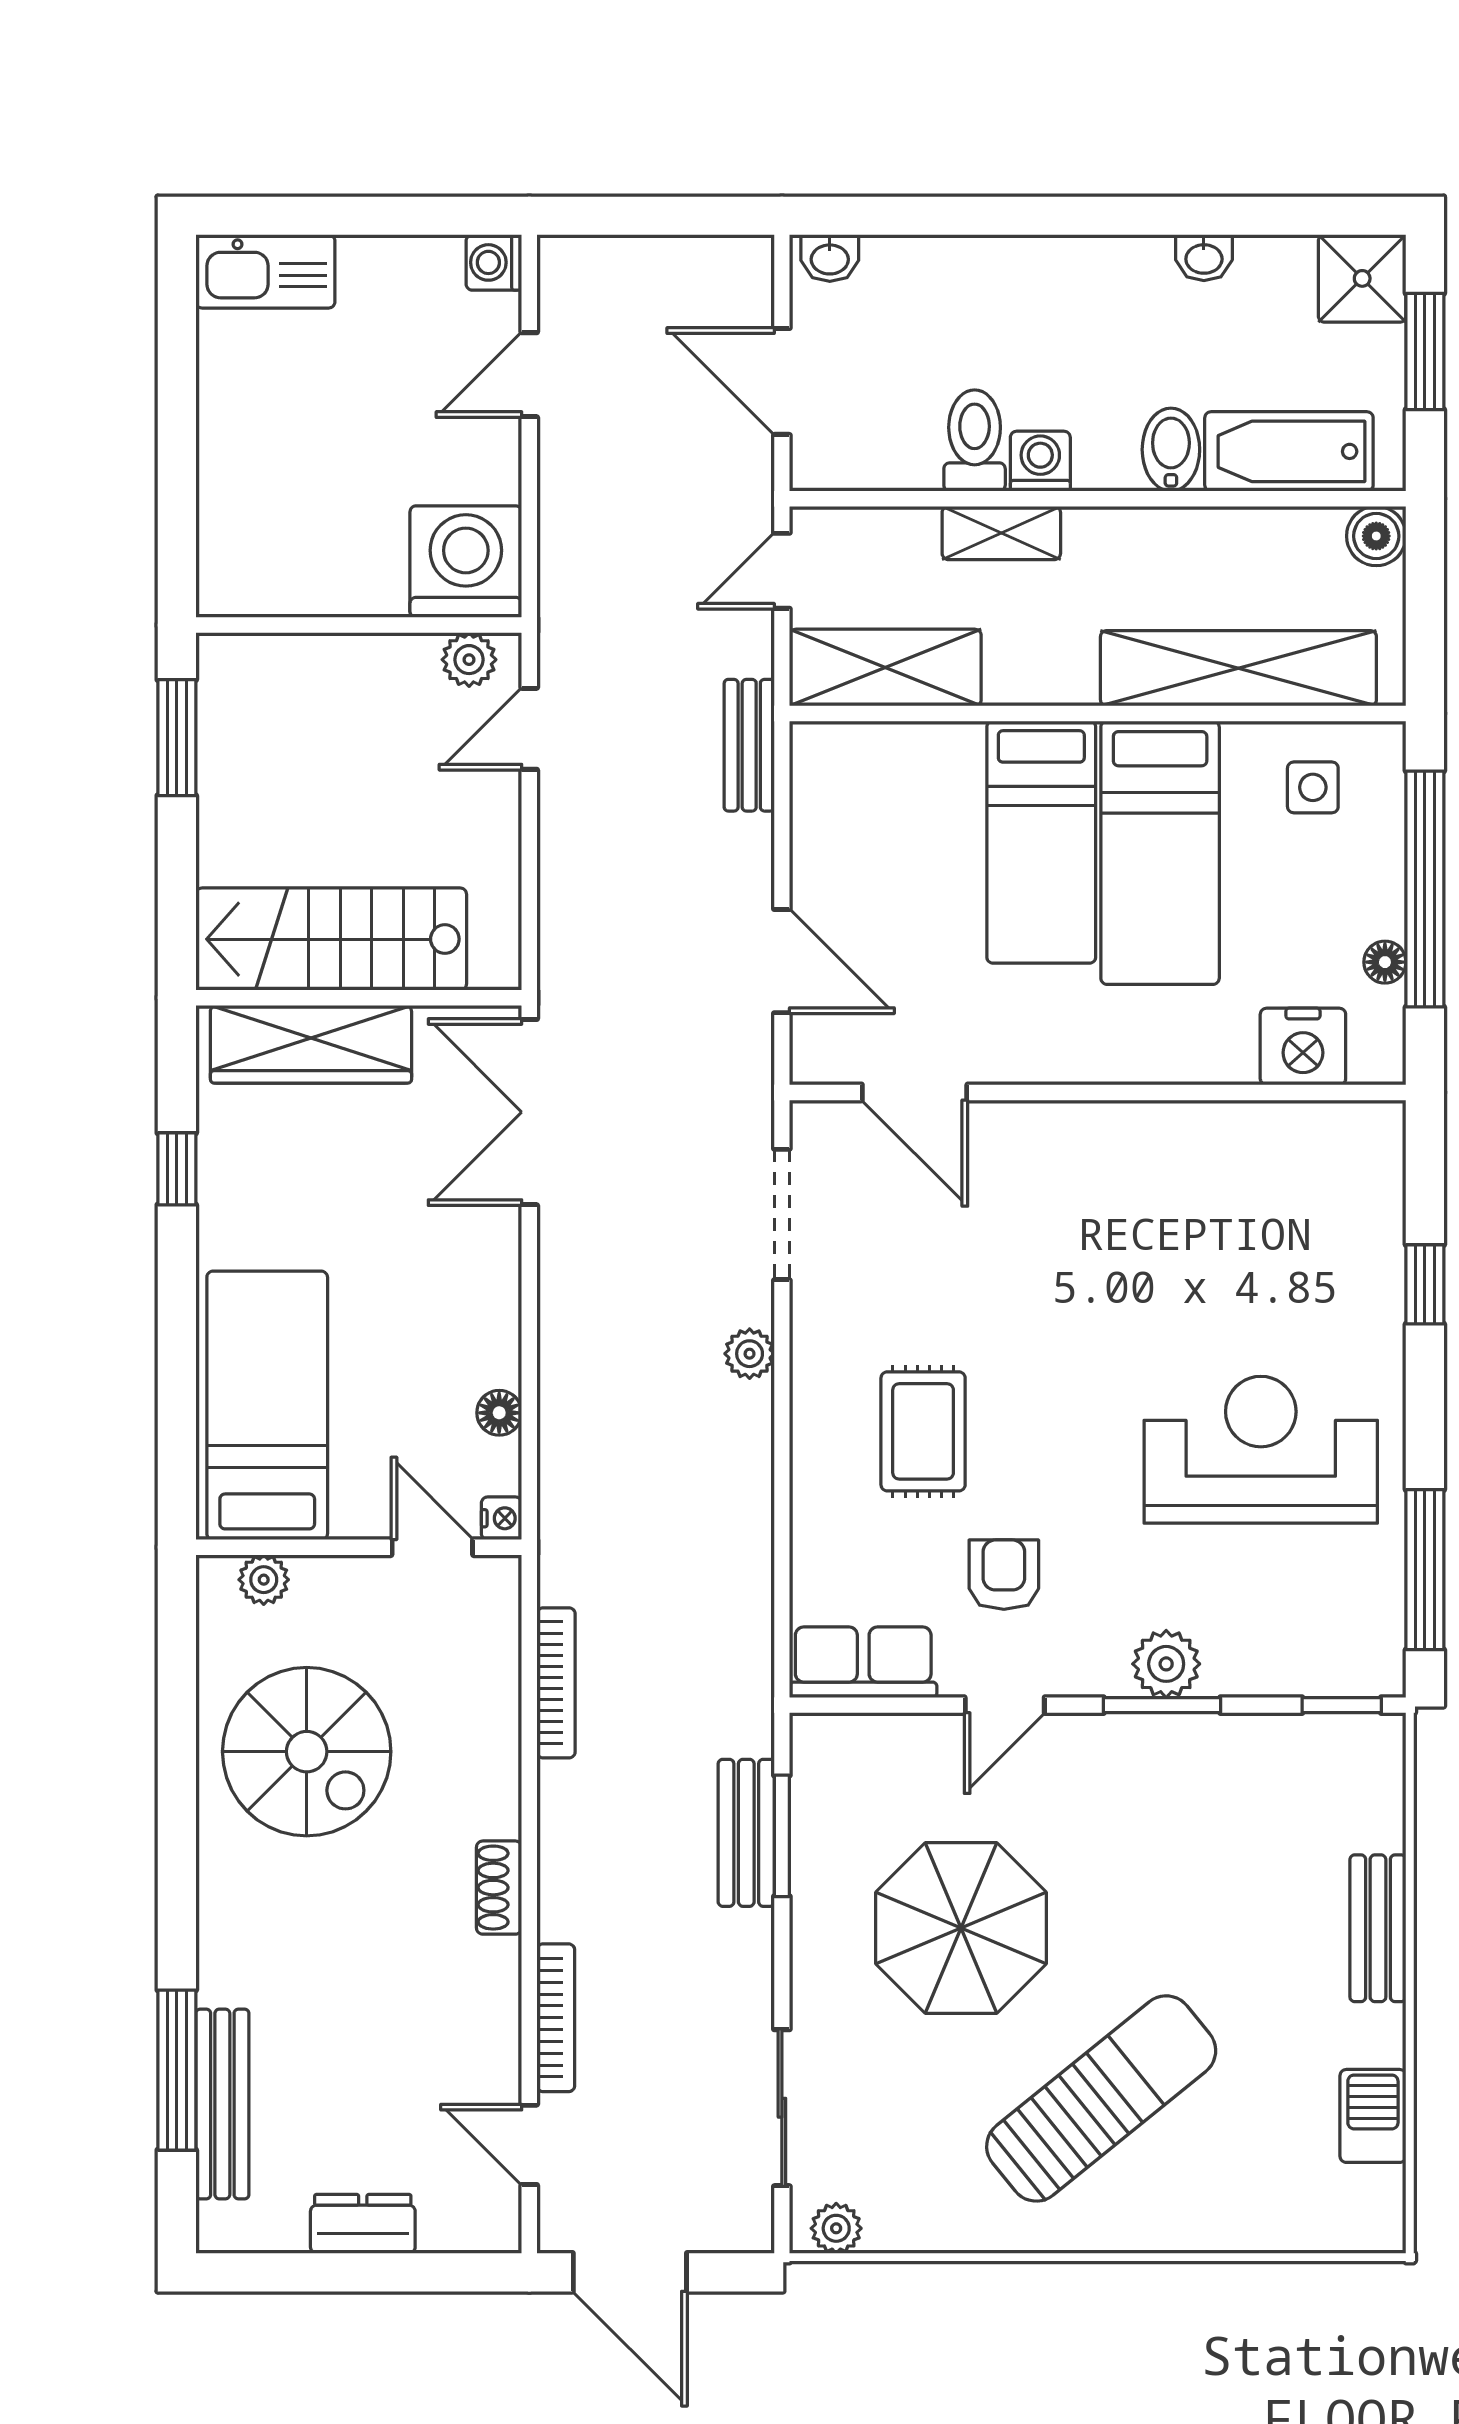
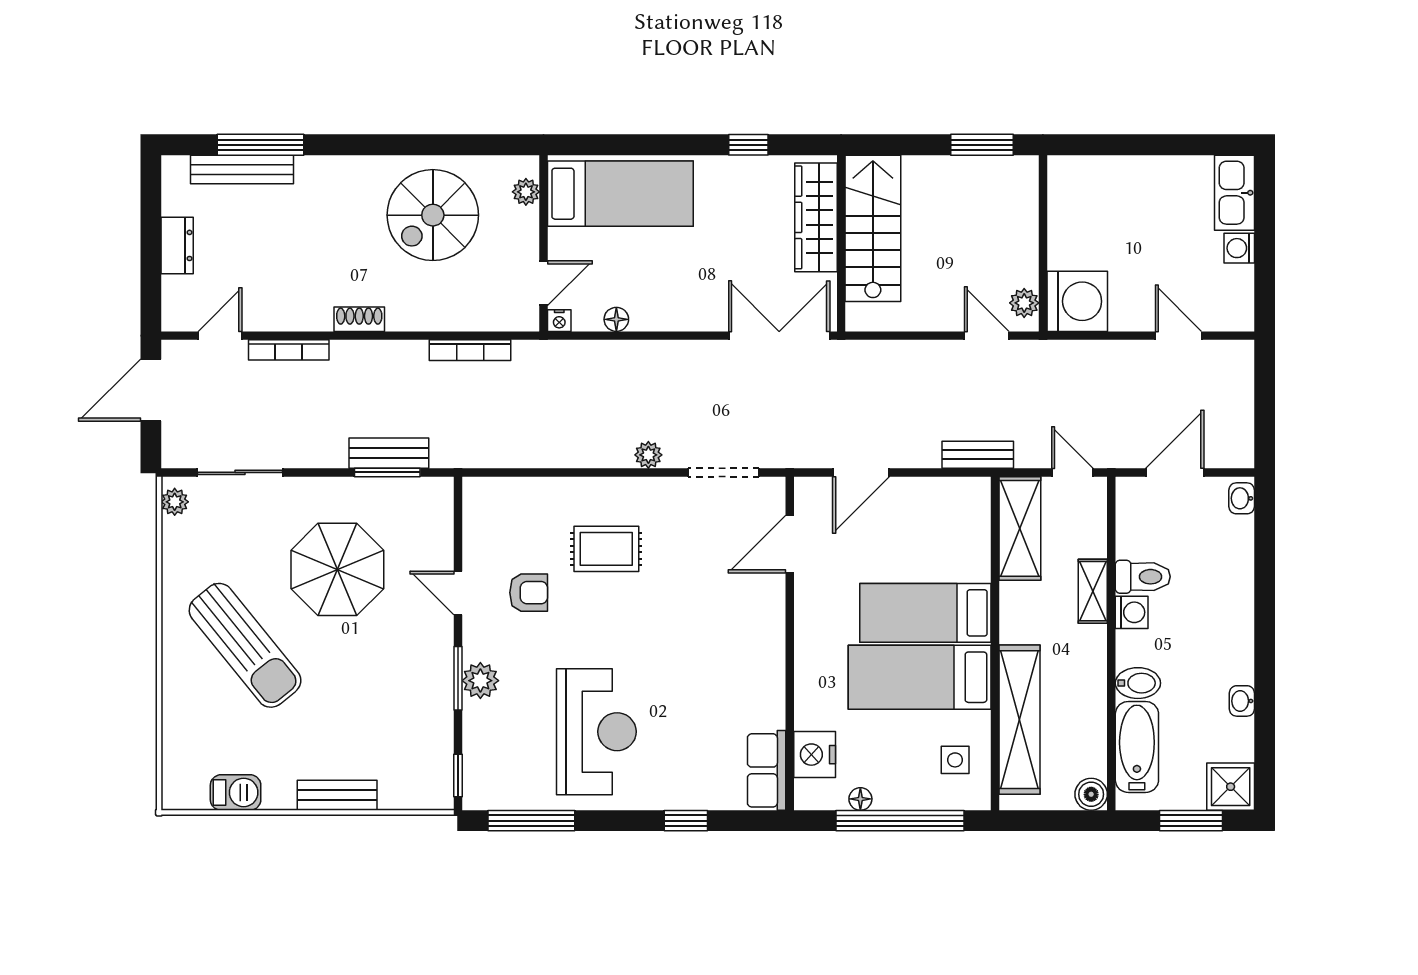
washing machine: (494, 262) -> (1239, 248), moved, turned -90
row of seats: (863, 1662) -> (767, 770), moved, turned 180

